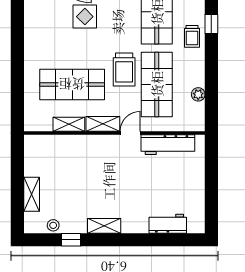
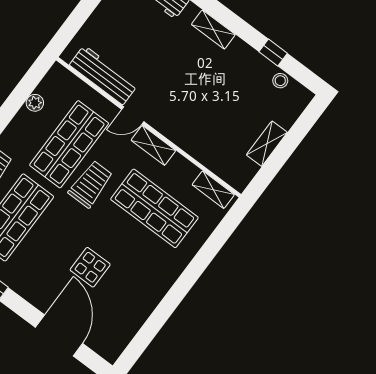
shelving: (69, 124) -> (213, 190), moved
shelving: (32, 194) -> (267, 144), moved
shelving: (104, 226) -> (213, 30), moved

